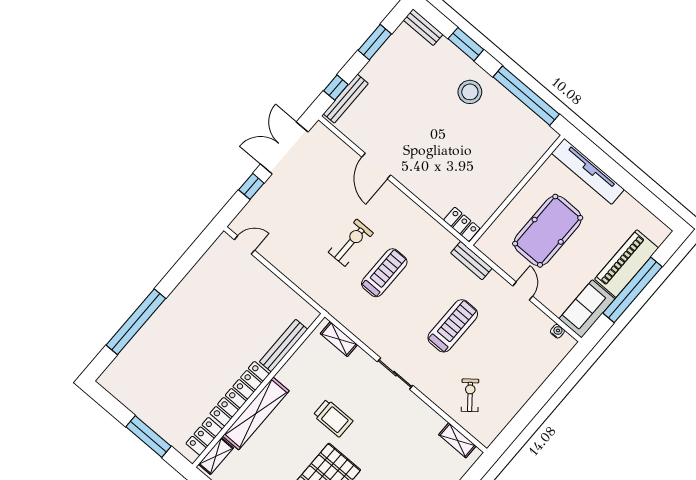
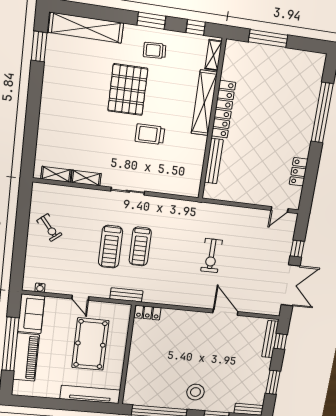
treadmill: (384, 273) -> (140, 246), moved
shelving: (339, 339) -> (86, 178), moved
exercise bike: (470, 395) -> (49, 228), moved
locker: (204, 436) -> (299, 172), moved, turned 180

